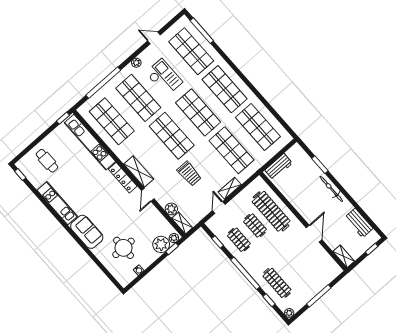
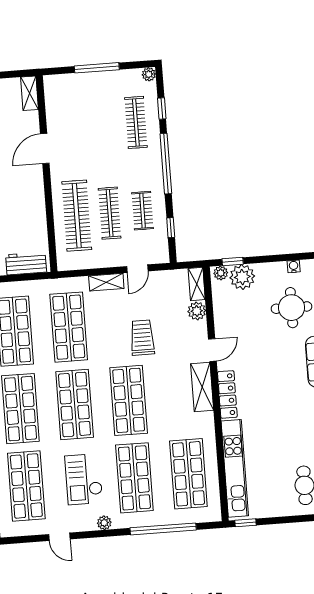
clothes rail: (255, 225) -> (110, 213), width x1.36

